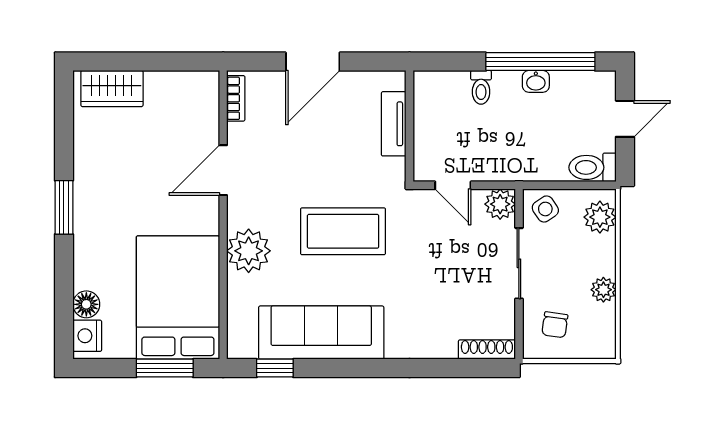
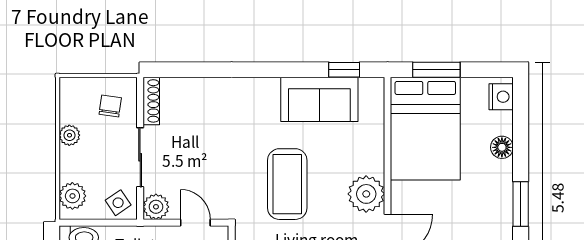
coffee table: (343, 231) -> (287, 184), turned 90
plant: (249, 251) -> (366, 194), moved
floor lamp: (86, 304) -> (502, 147), moved
sofa: (321, 333) -> (319, 99), width x0.73
shoe rack: (487, 350) -> (151, 101), moved, turned -90

